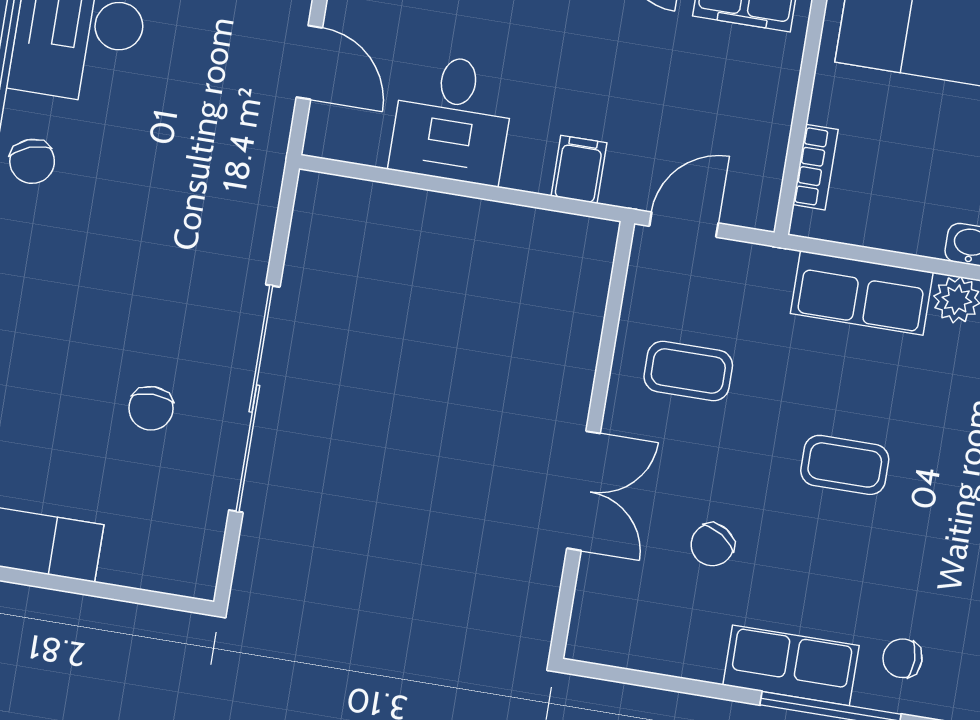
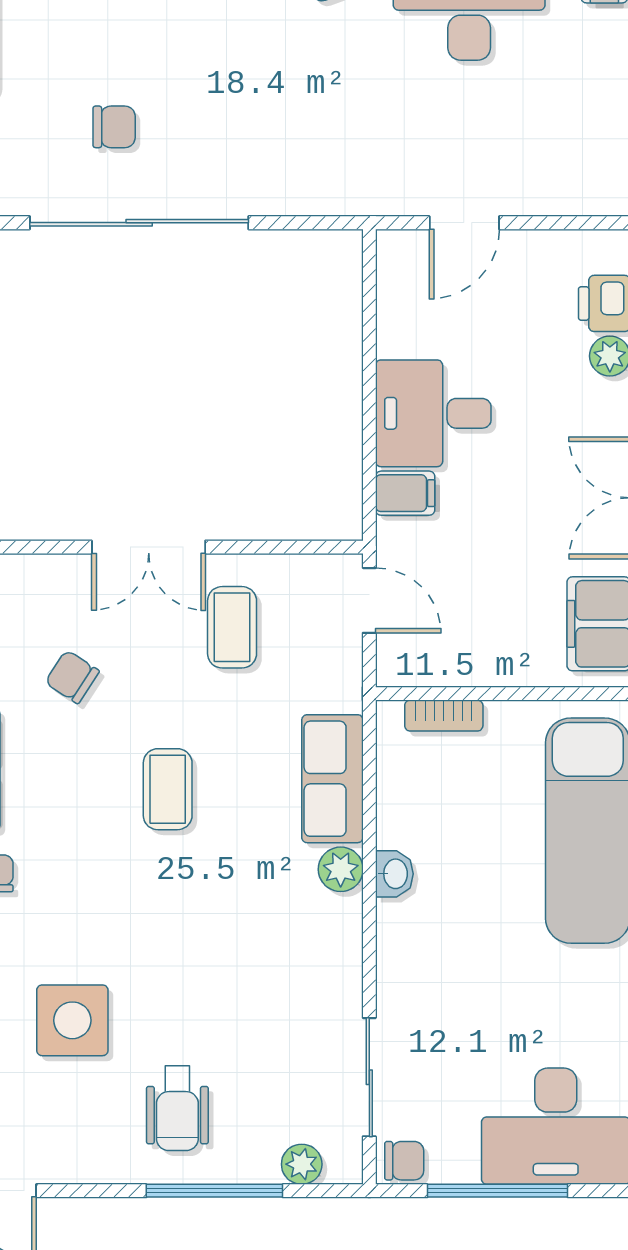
desk: (452, 119) -> (433, 413), moved
chair: (151, 408) -> (114, 127), turned 180
double door: (584, 491) -> (149, 547), moved

